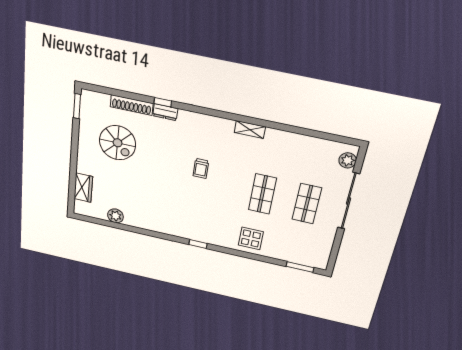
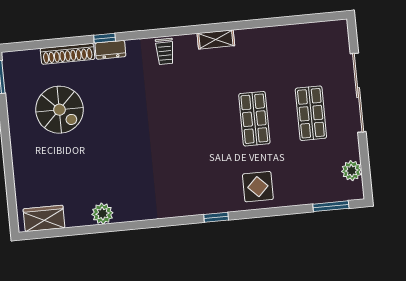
plant: (348, 160) -> (352, 171), moved
trolley: (201, 168) -> (165, 51), moved
wardrobe: (83, 188) -> (44, 218), moved, turned -90
plant: (115, 216) -> (102, 214), moved
window: (198, 244) -> (216, 217), moved

